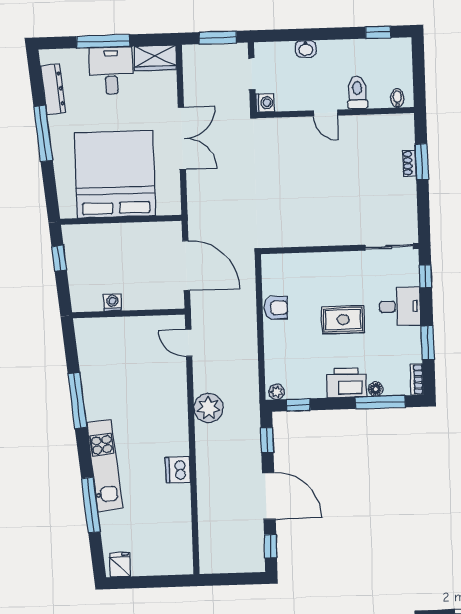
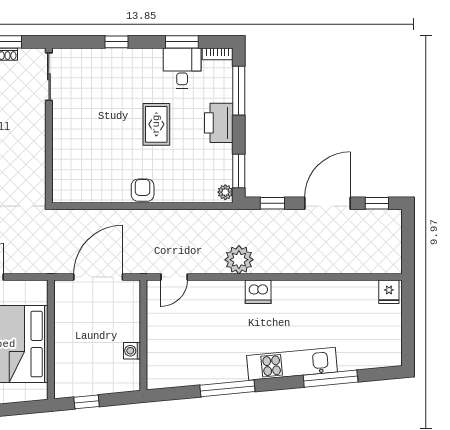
sliding door: (389, 247) -> (49, 77), moved
wall: (340, 248) -> (49, 125), moved
desk: (400, 306) -> (182, 68), moved
floor lamp: (376, 389) -> (226, 95), removed
window: (298, 405) -> (239, 171), width x1.50
dishwasher: (178, 470) -> (258, 292), moved
fridge: (120, 565) -> (389, 292), moved, turned -90

